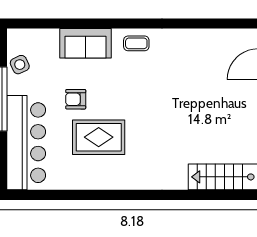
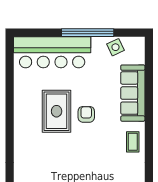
sofa: (86, 43) -> (133, 93), width x1.36
armchair: (76, 99) -> (86, 114), moved

